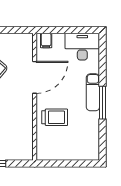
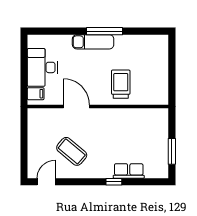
desk: (82, 47) -> (42, 67), moved
door: (35, 77) -> (76, 106), width x0.73

